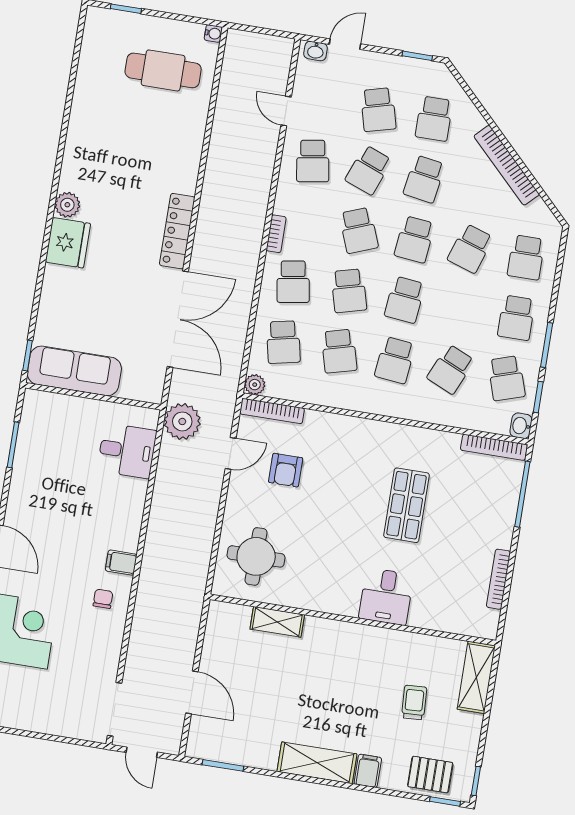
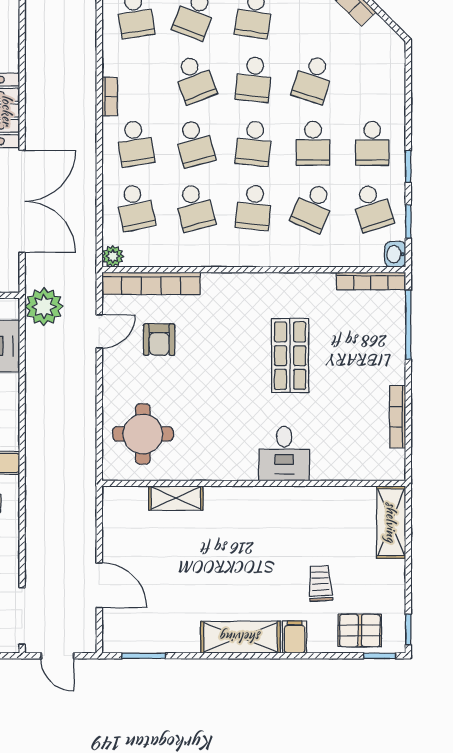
school desk: (526, 257) -> (313, 143), moved
window: (547, 345) -> (408, 166), width x0.67
bookcase: (272, 411) -> (151, 283), width x1.48, depth x1.31
trolley: (414, 703) -> (320, 583), moved

